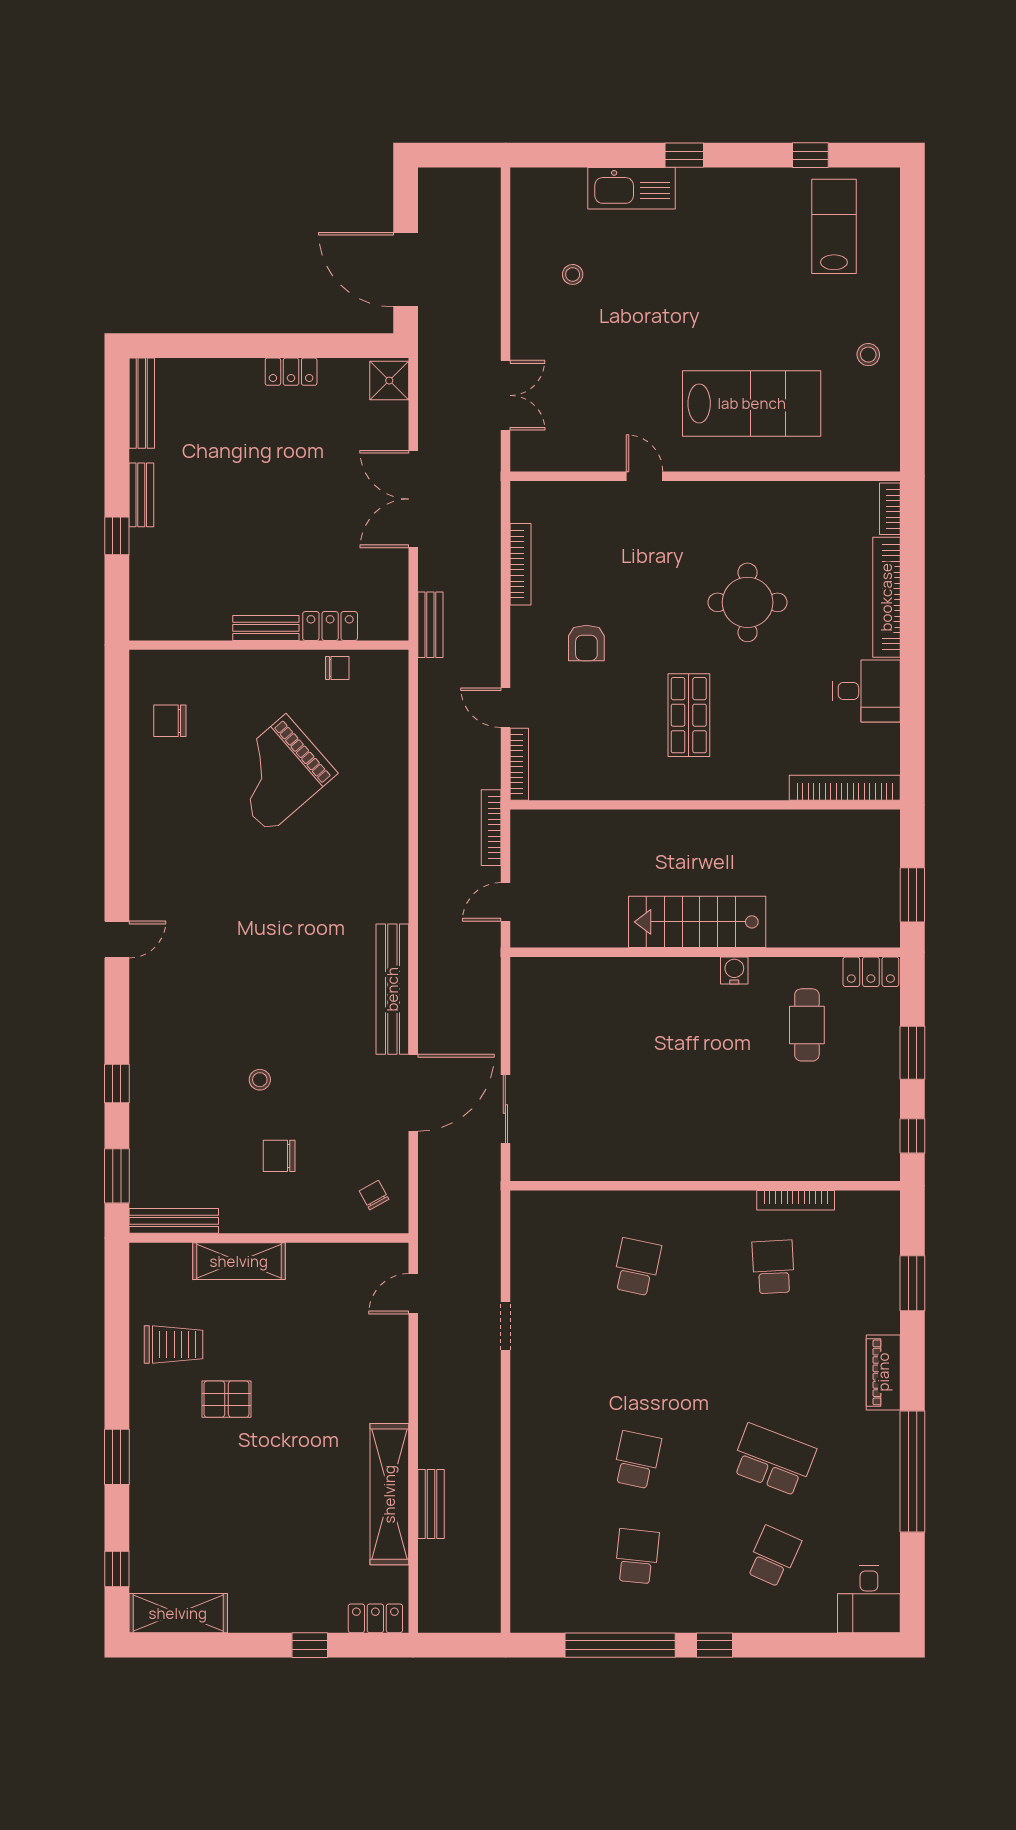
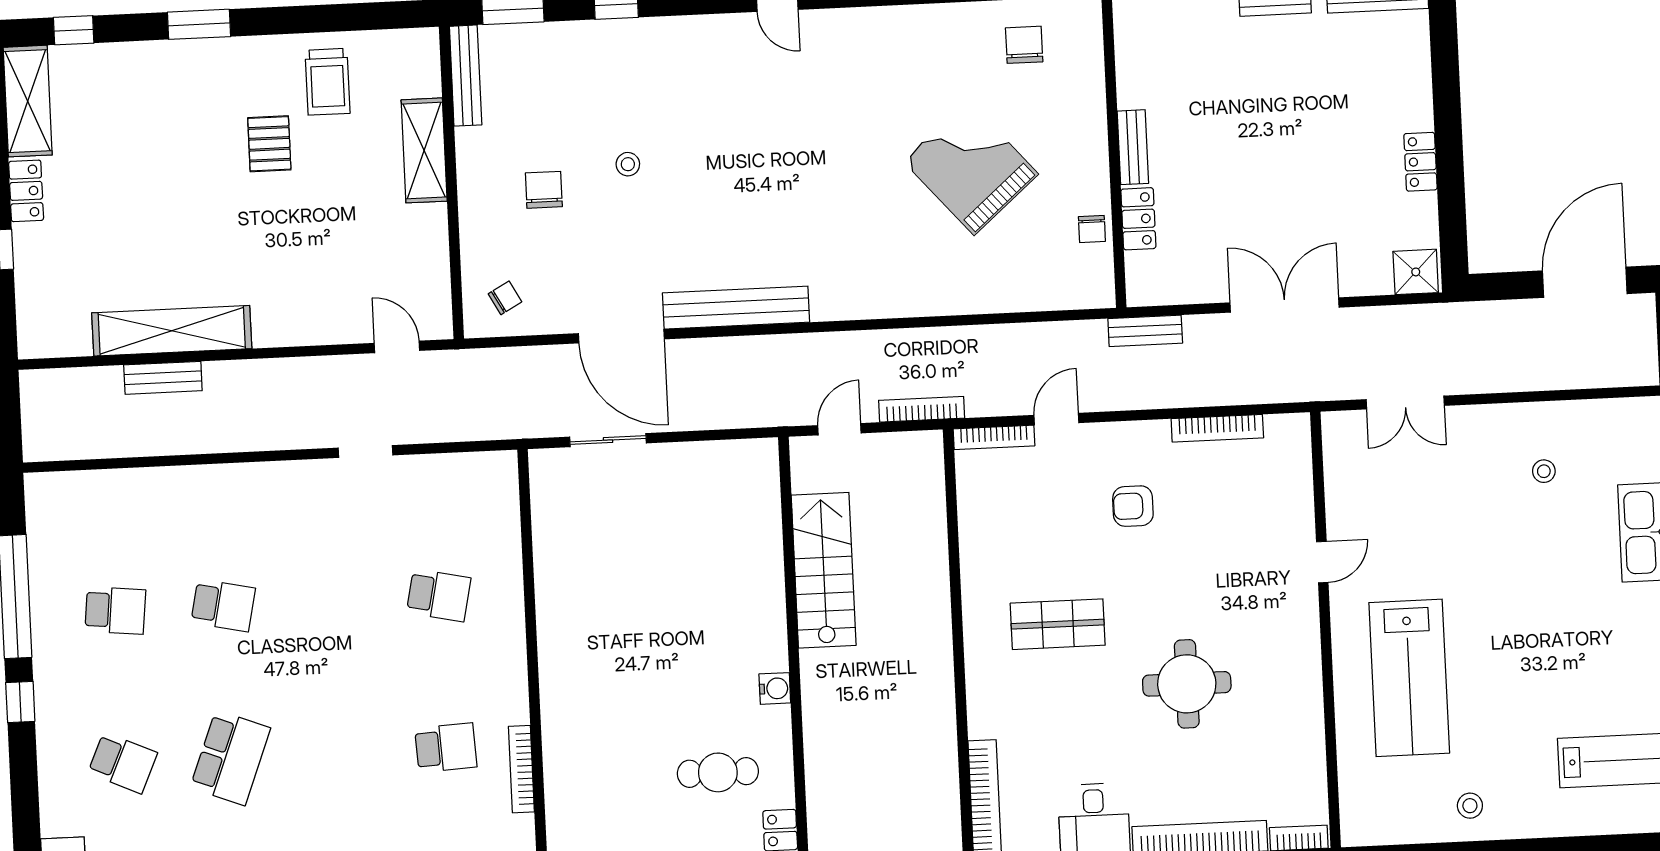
door: (406, 270) -> (1585, 282), moved
door: (505, 902) -> (839, 429), hinge flipped
stairs: (697, 922) -> (824, 570), moved
locker: (375, 1618) -> (26, 191), moved

